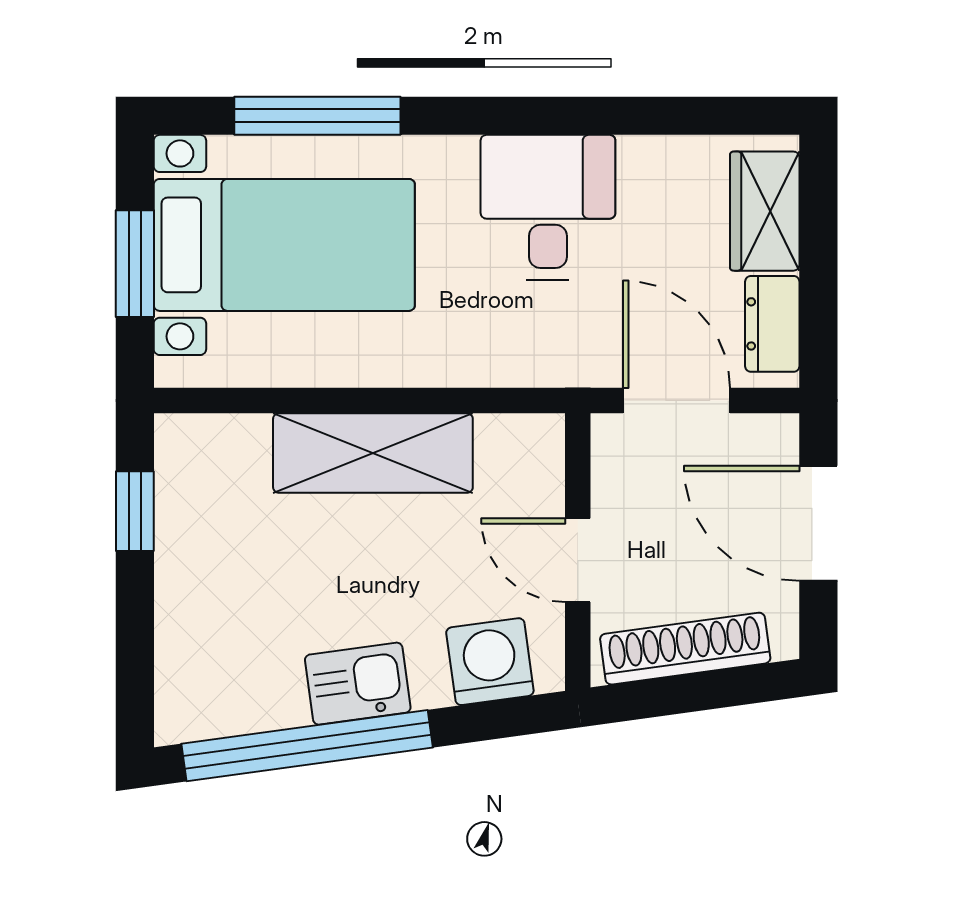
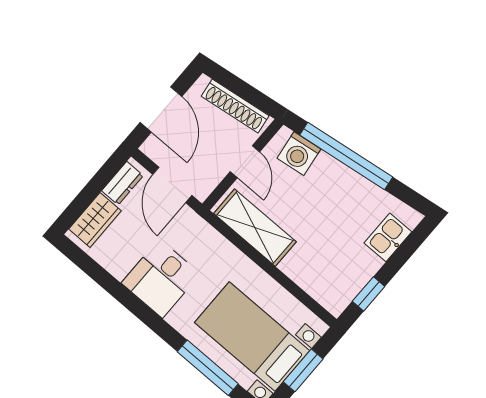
shelving: (373, 453) -> (255, 228), moved
kitchen sink: (358, 684) -> (388, 237), moved, turned 98
window: (307, 746) -> (346, 156), moved

